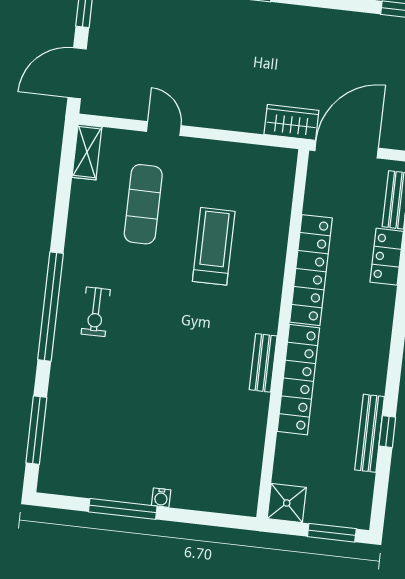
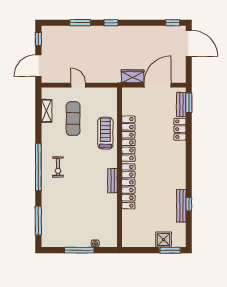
shelving: (87, 152) -> (46, 111), moved
locker: (311, 270) -> (128, 139), moved
wall: (283, 334) -> (119, 167), moved
bench: (263, 363) -> (112, 181), moved
locker: (298, 380) -> (128, 186), moved
shower: (287, 503) -> (164, 240), moved

